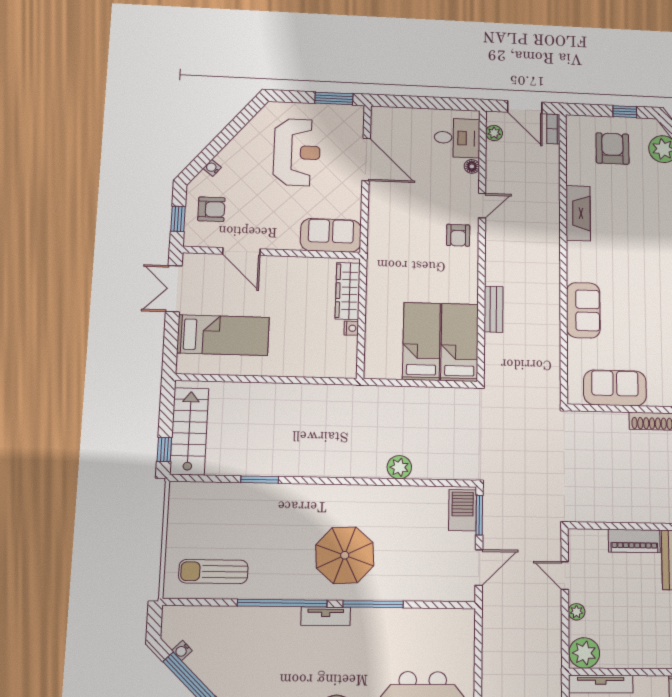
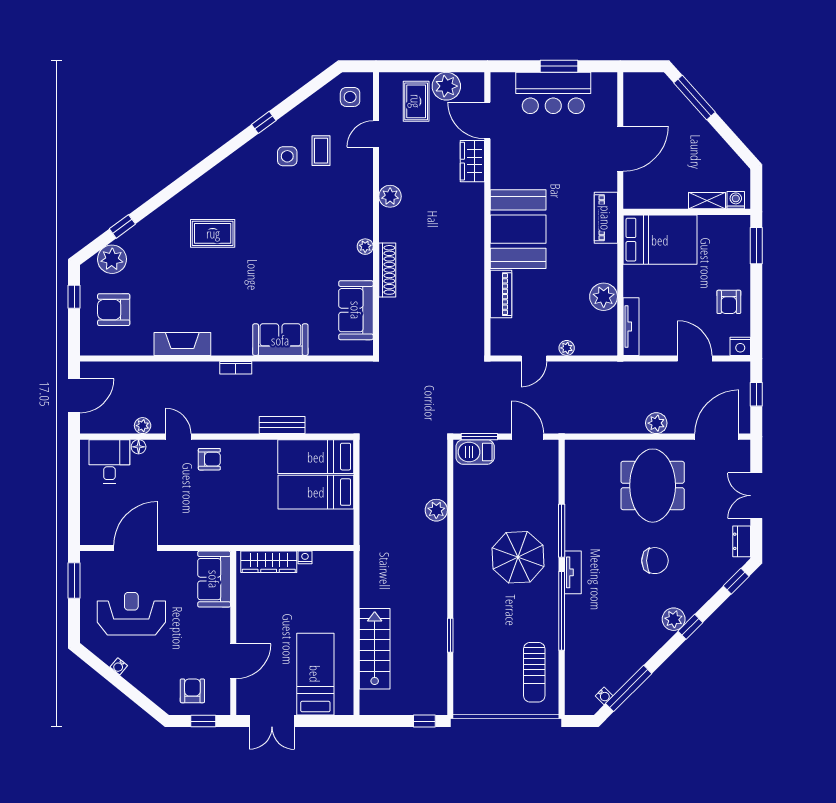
bookcase: (553, 129) -> (236, 368), moved
plant: (494, 133) -> (143, 426), moved
water cooler: (212, 168) -> (119, 666), moved
stairs: (189, 431) -> (375, 649), moved, turned 90
plant: (584, 653) -> (604, 297), moved

